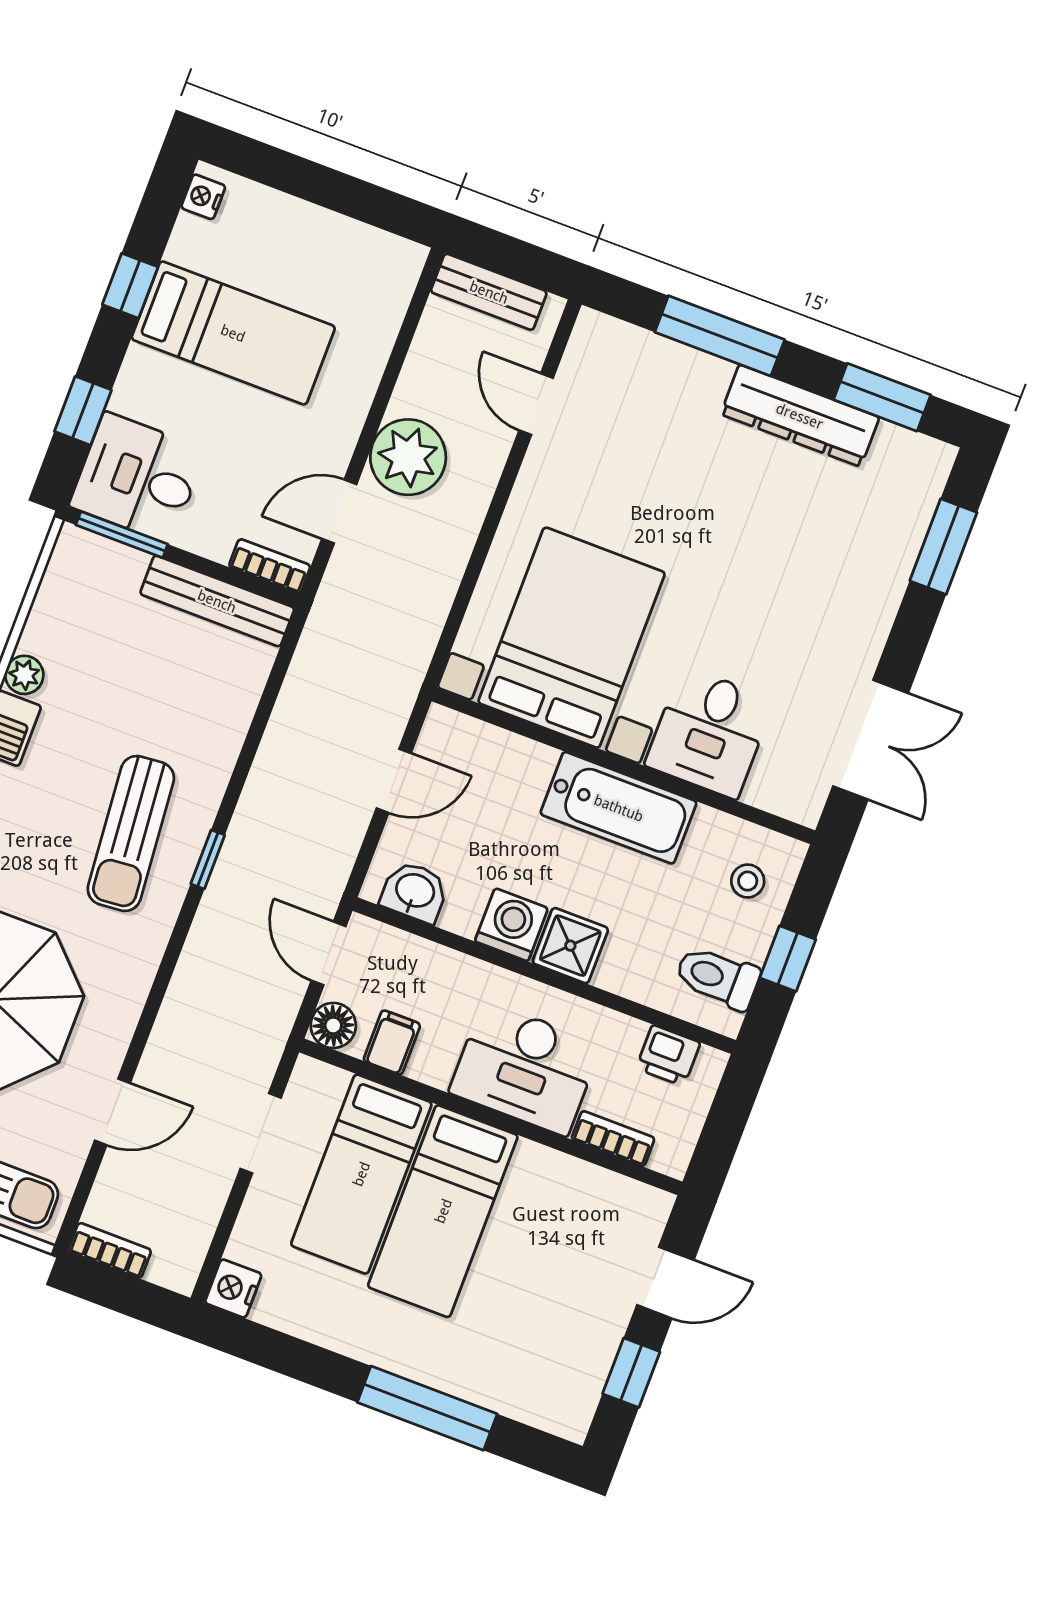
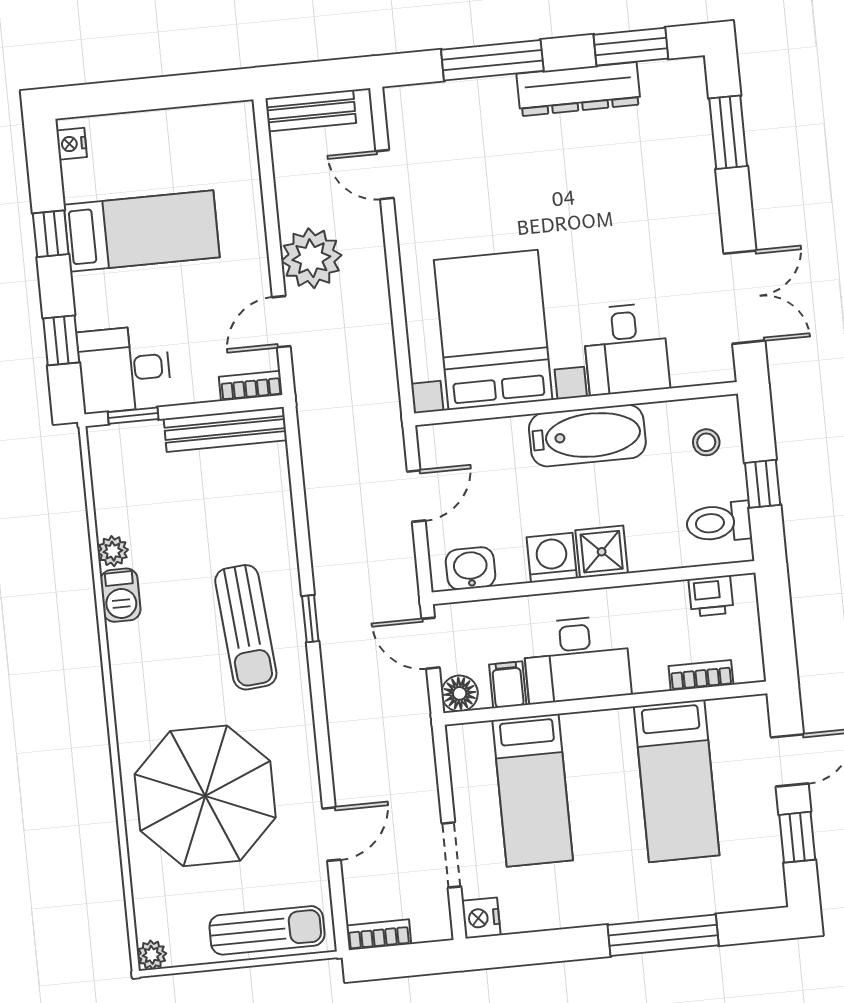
window: (122, 535) -> (133, 416), width x0.67
desk: (525, 1068) -> (577, 659), moved
doorway: (261, 1133) -> (451, 855), moved
bed: (443, 1211) -> (677, 781), moved

